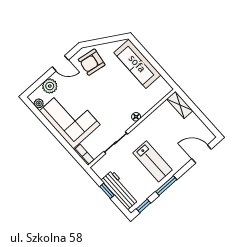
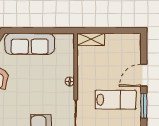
door: (202, 154) -> (144, 75), moved

